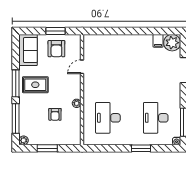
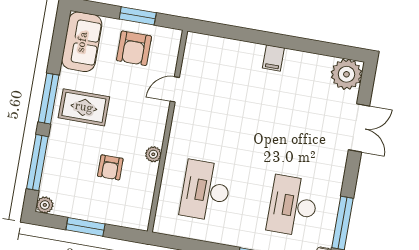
filing cabinet: (158, 41) -> (273, 58), moved

